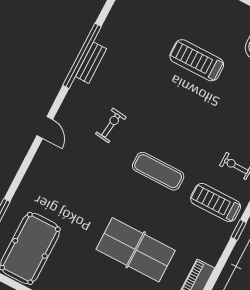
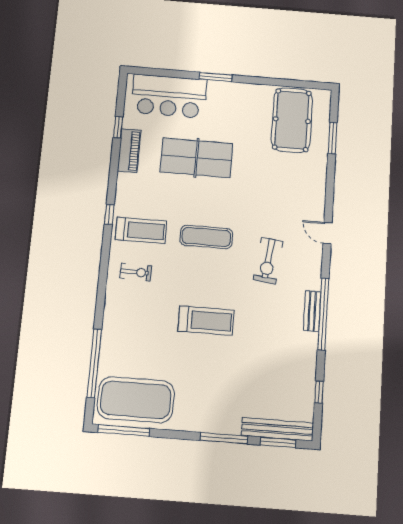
treadmill: (197, 60) -> (206, 321), moved
exercise bike: (111, 125) -> (268, 261), width x1.38, depth x1.39

